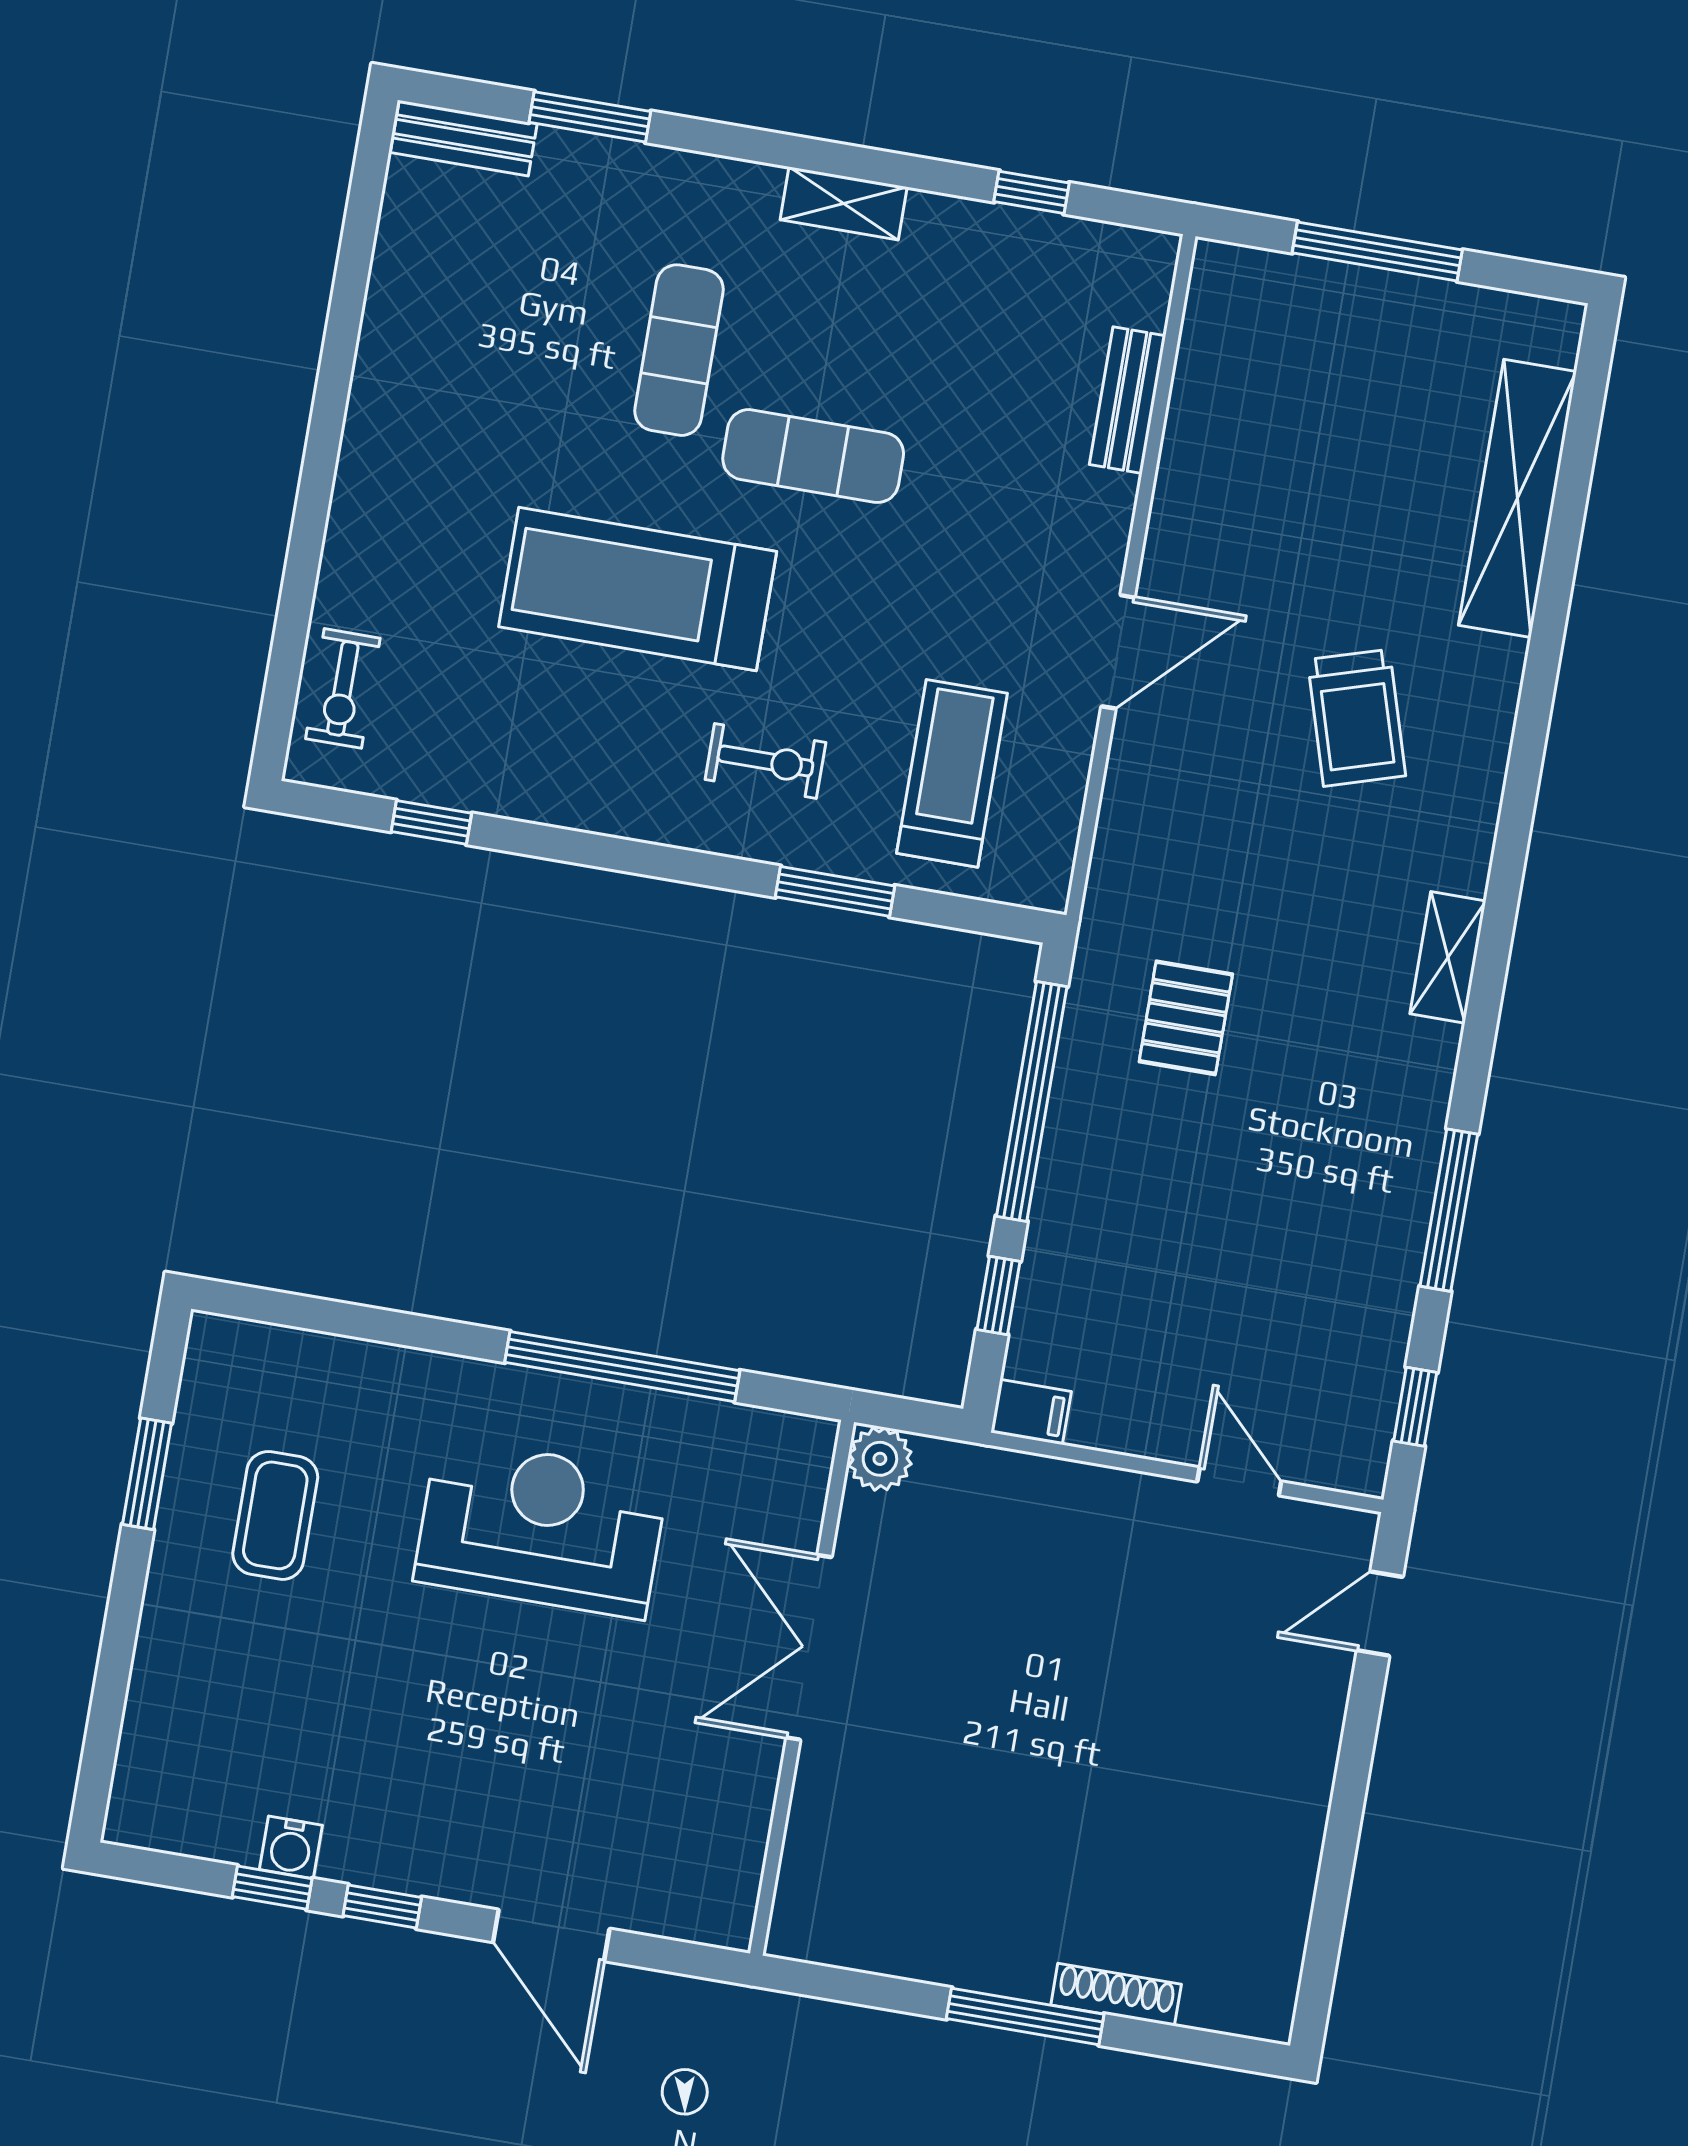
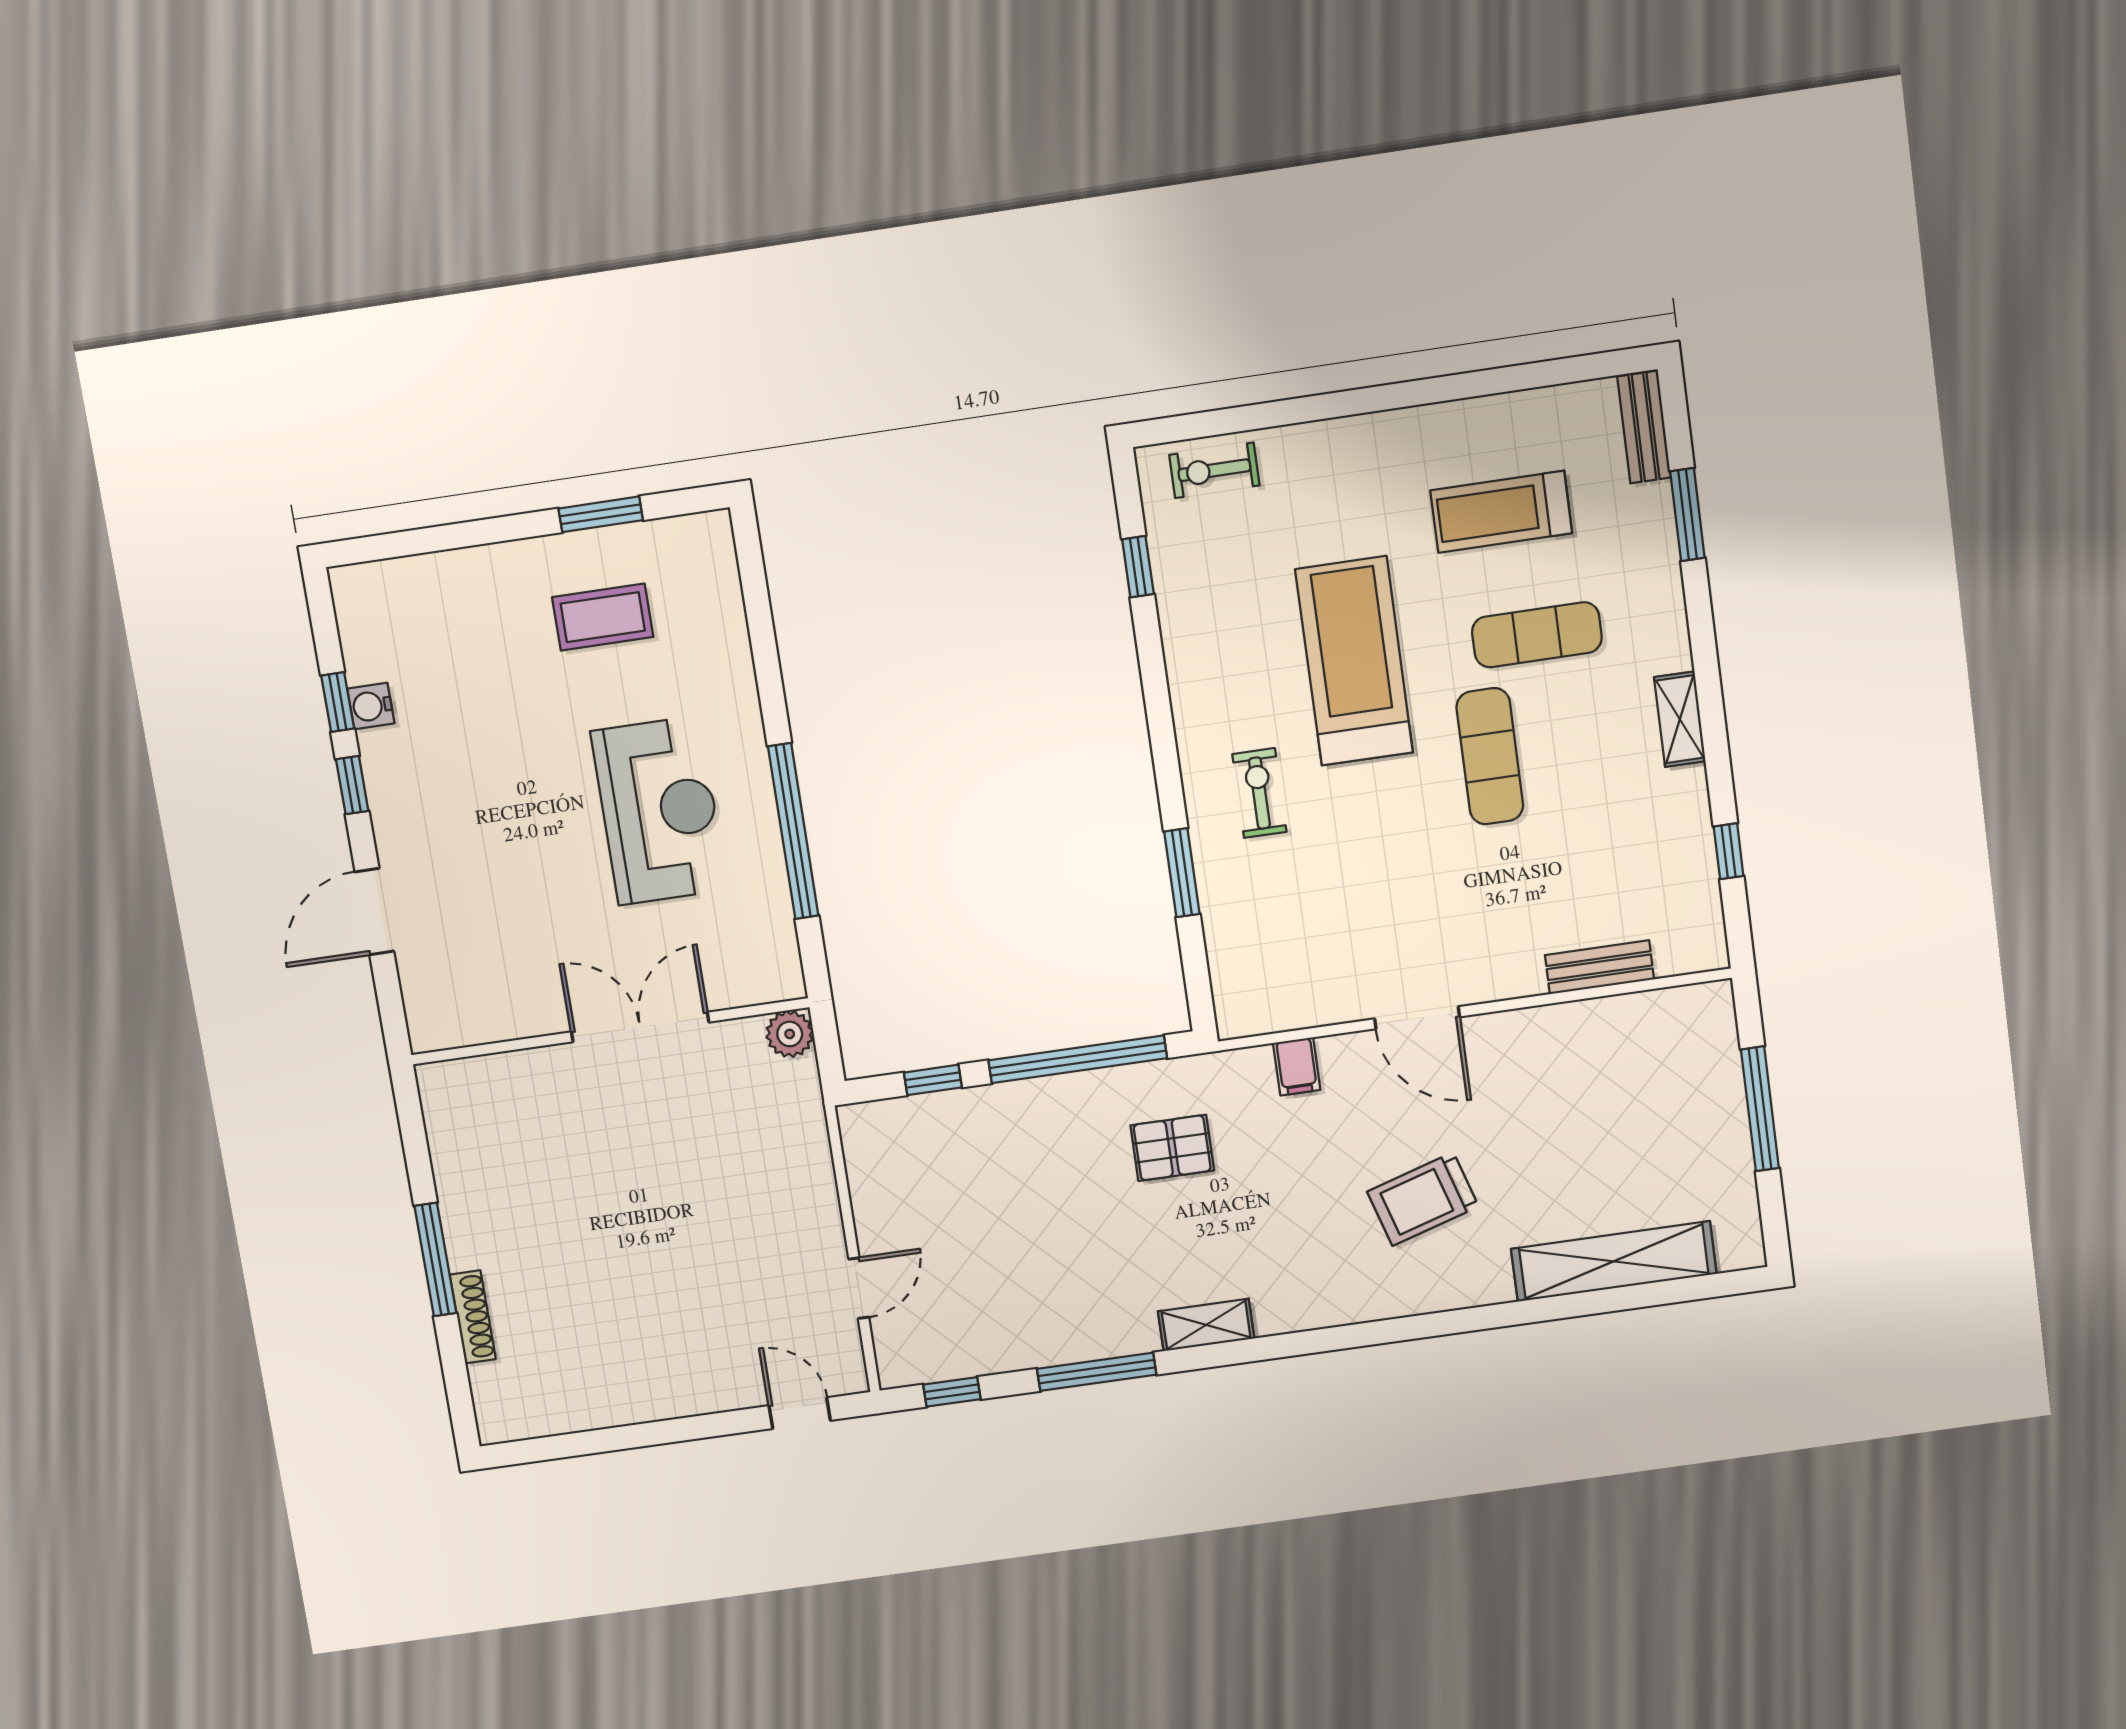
exercise bike: (765, 761) -> (1259, 793), turned 180
treadmill: (952, 773) -> (1501, 512), moved, turned 180
shelving: (1448, 957) -> (1206, 1325), moved
filing cabinet: (1031, 1412) -> (1297, 1066), moved

